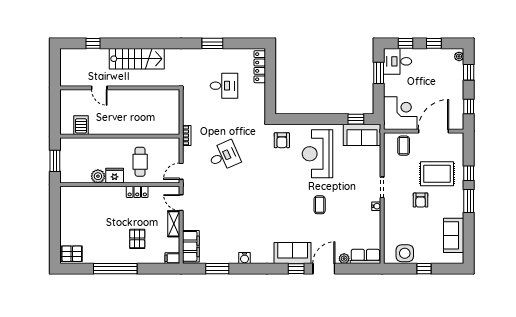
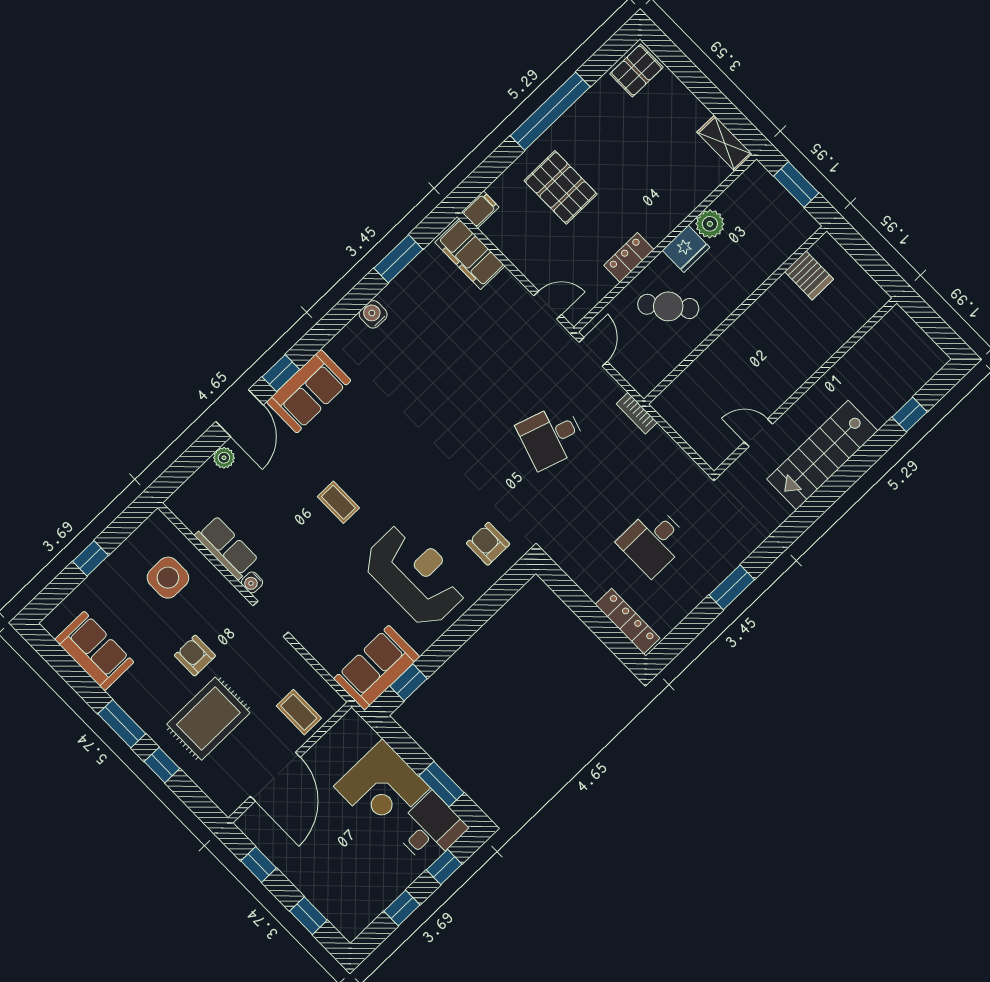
plant: (459, 56) -> (346, 925), removed
door: (99, 88) -> (758, 433), moved
corner desk: (400, 113) -> (382, 787), moved
desk: (224, 156) -> (551, 436), turned 42
cafe table: (140, 162) -> (668, 306), turned -40
shelving: (174, 224) -> (724, 143), moved
pallet: (137, 239) -> (561, 187), width x1.50, depth x1.42
side table: (405, 253) -> (168, 578), moved
row of seats: (365, 256) -> (227, 548), moved, turned -90

